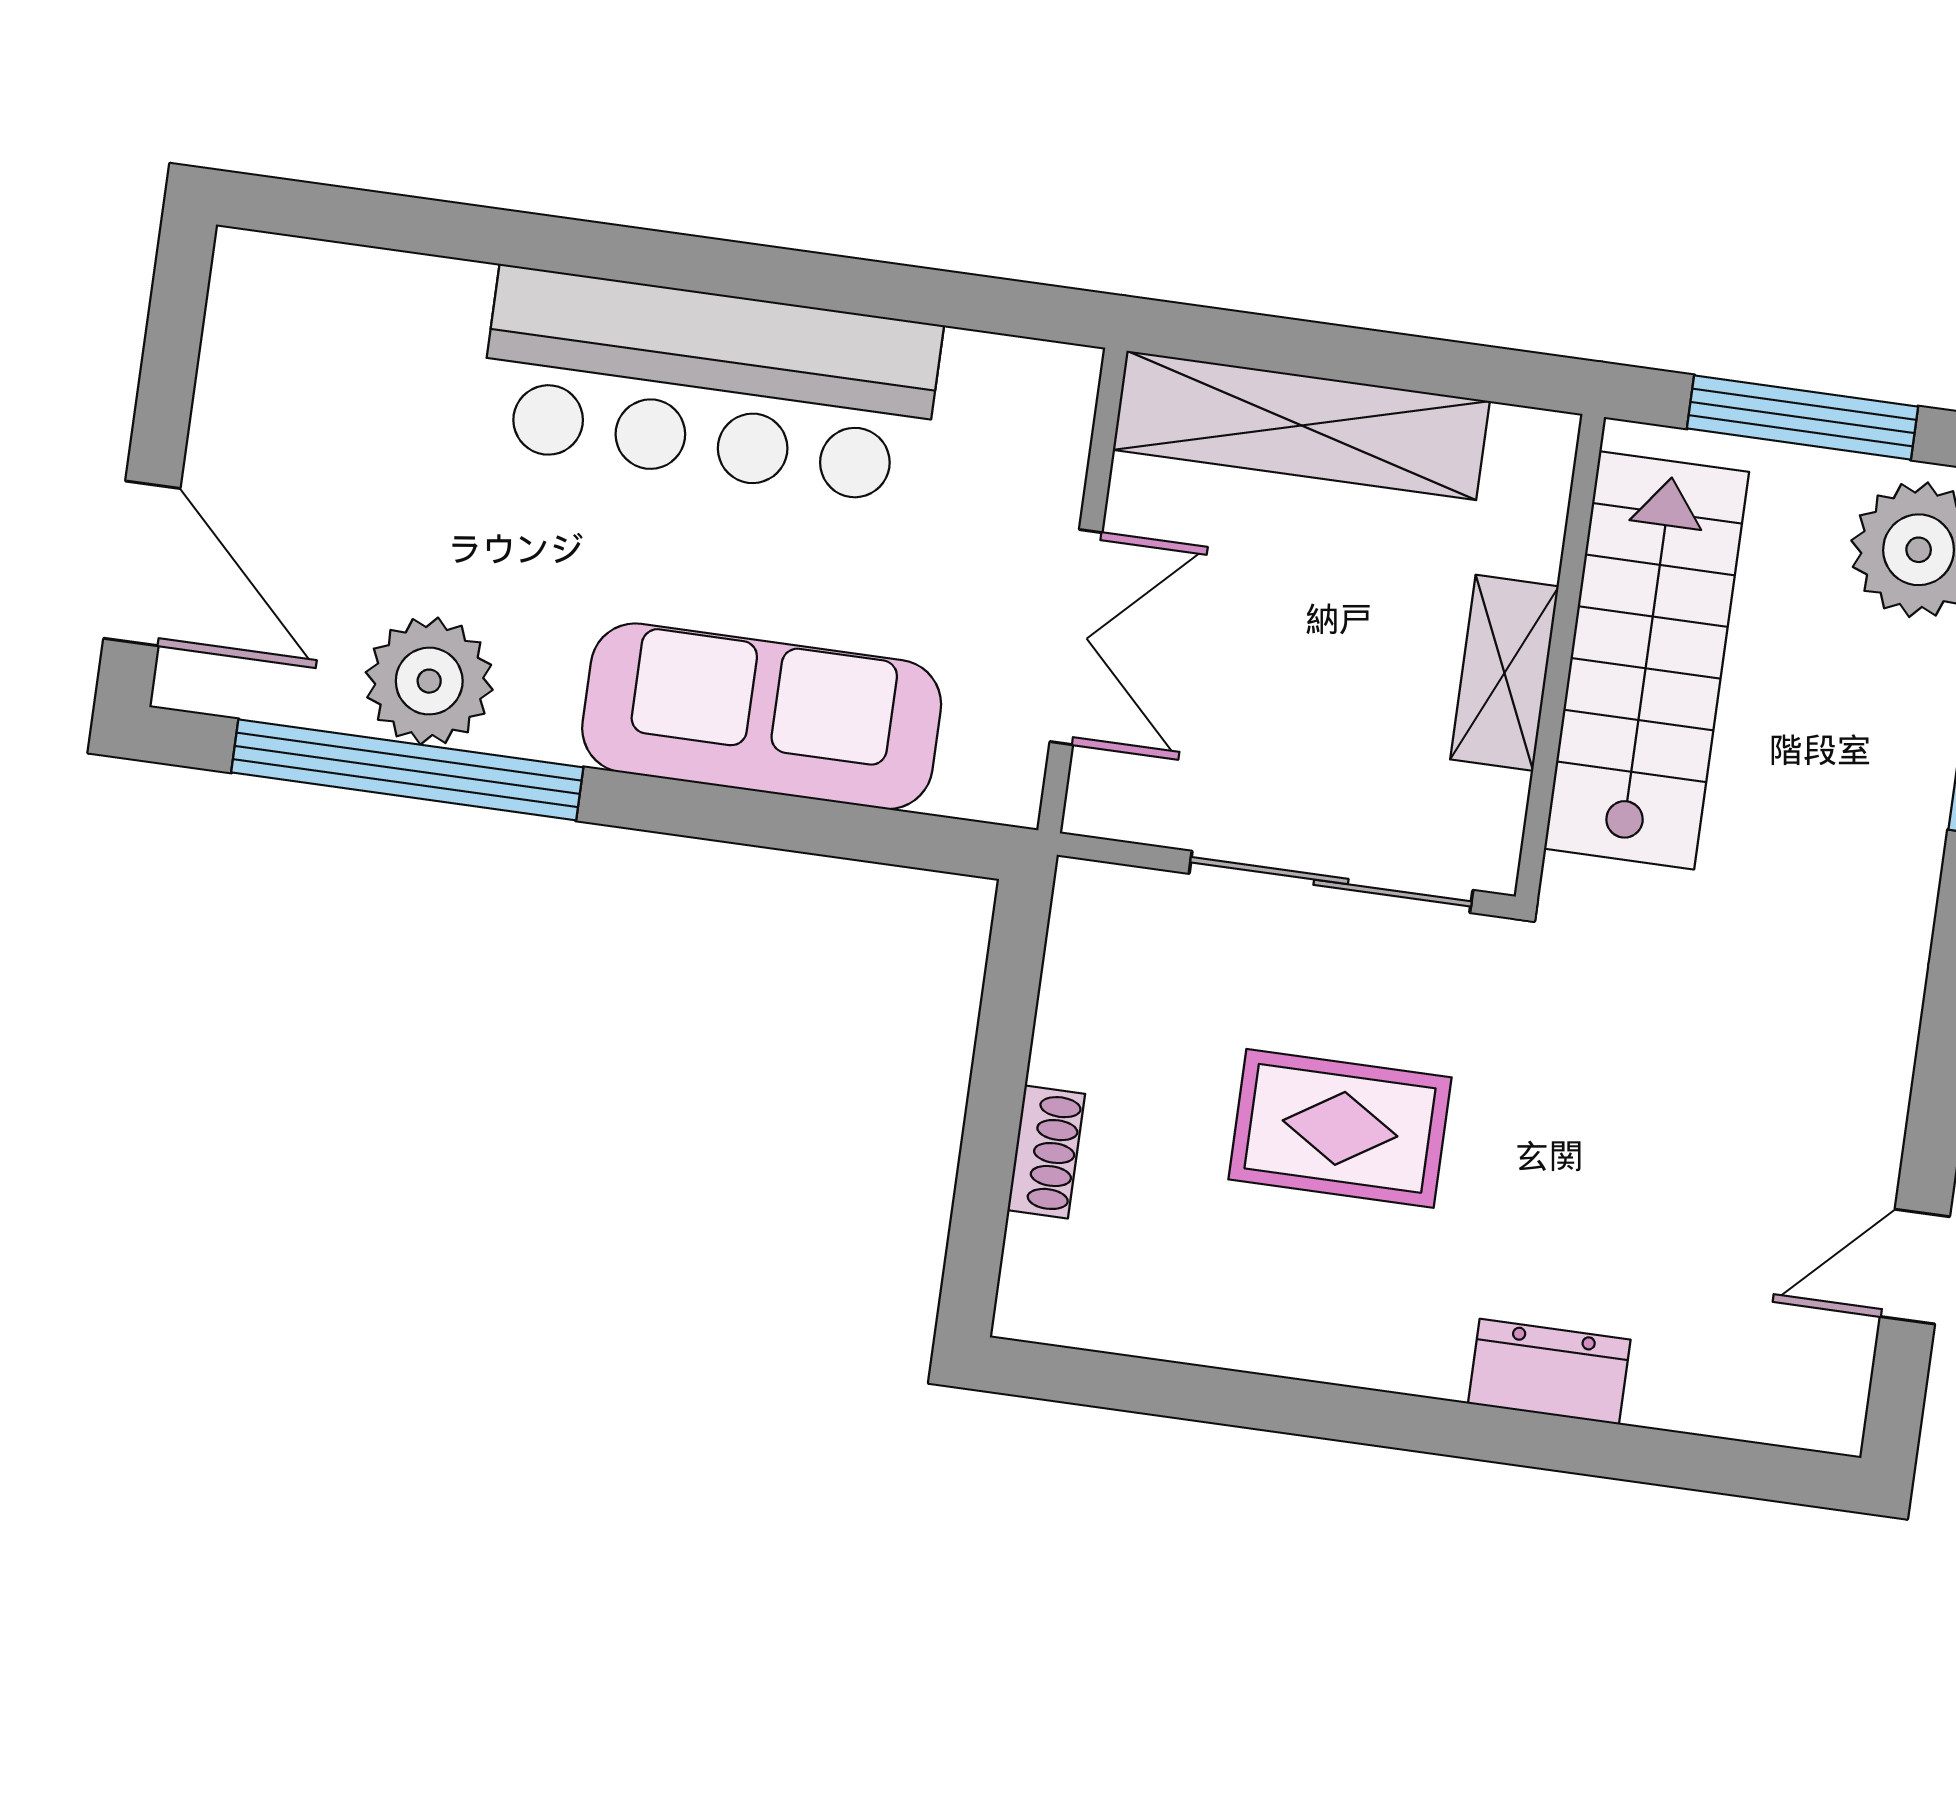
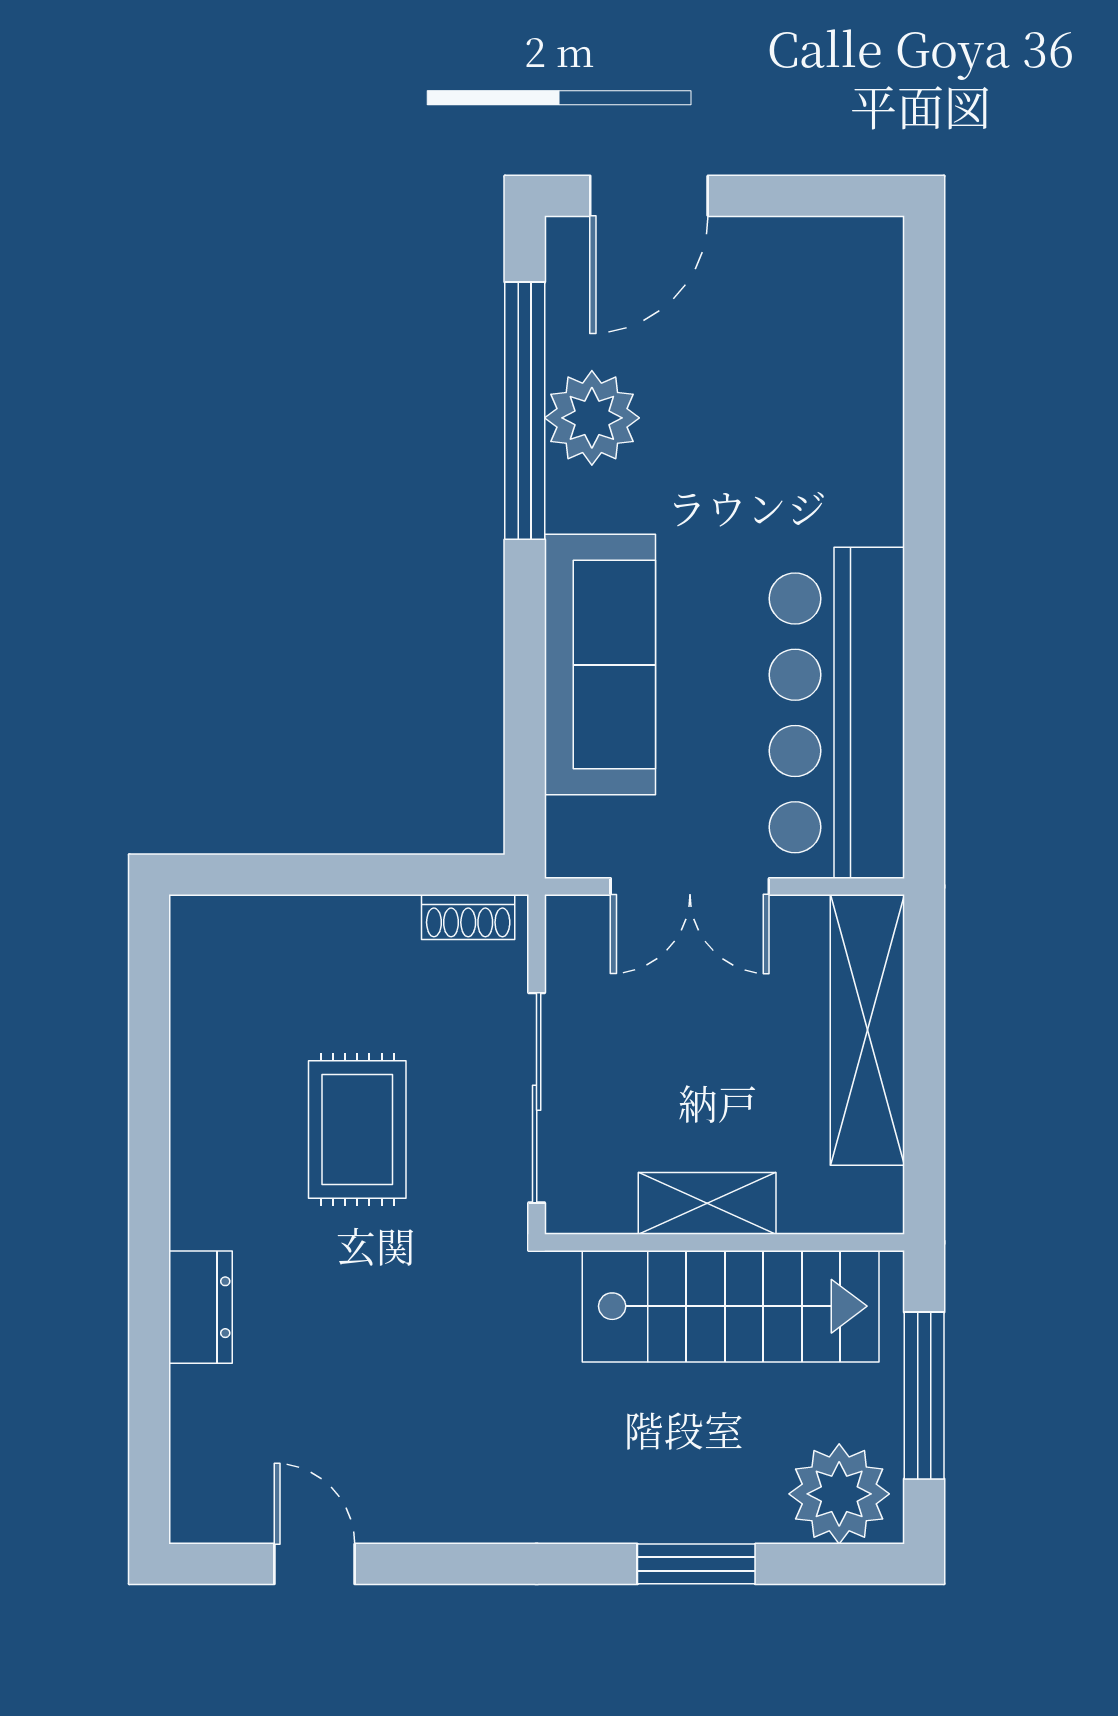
bar counter: (709, 385) -> (837, 713), moved
shoe rack: (1046, 1152) -> (468, 917), moved

